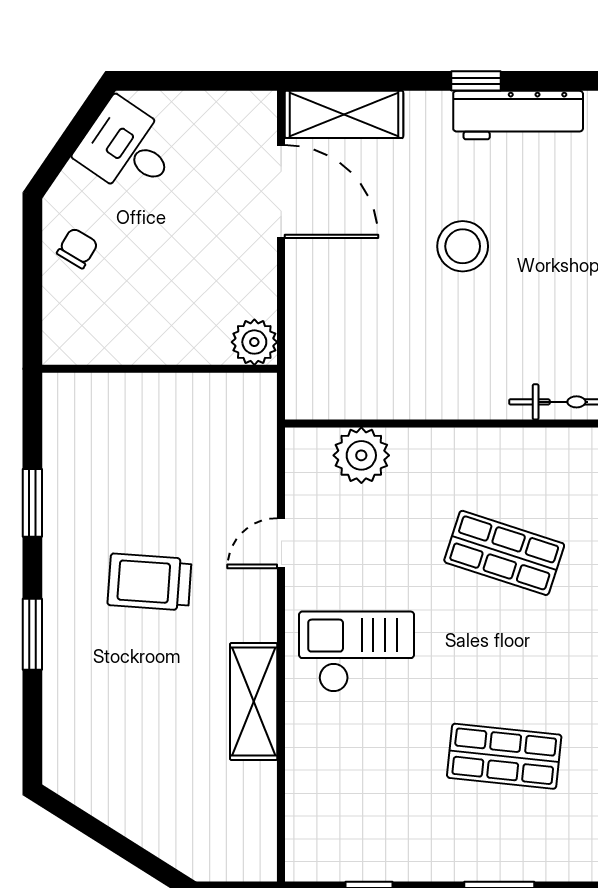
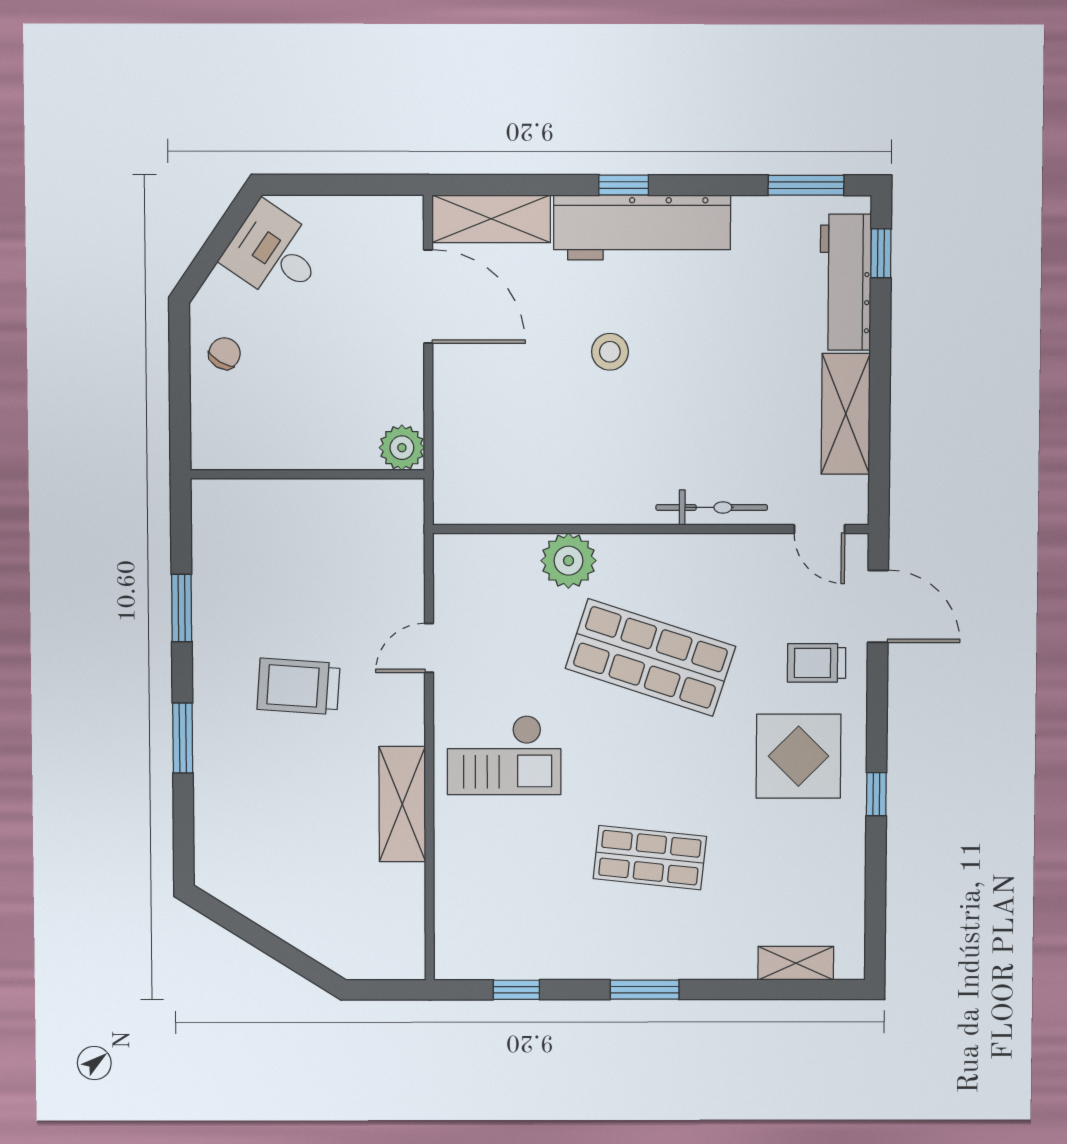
workbench: (518, 115) -> (642, 228), width x1.36, depth x1.32
stool: (463, 246) -> (610, 352), width x0.73, depth x0.73
plant: (361, 455) -> (569, 561), moved
shop shelf: (504, 553) -> (650, 657), width x1.43, depth x1.36
checkout: (357, 652) -> (504, 755), turned 180

